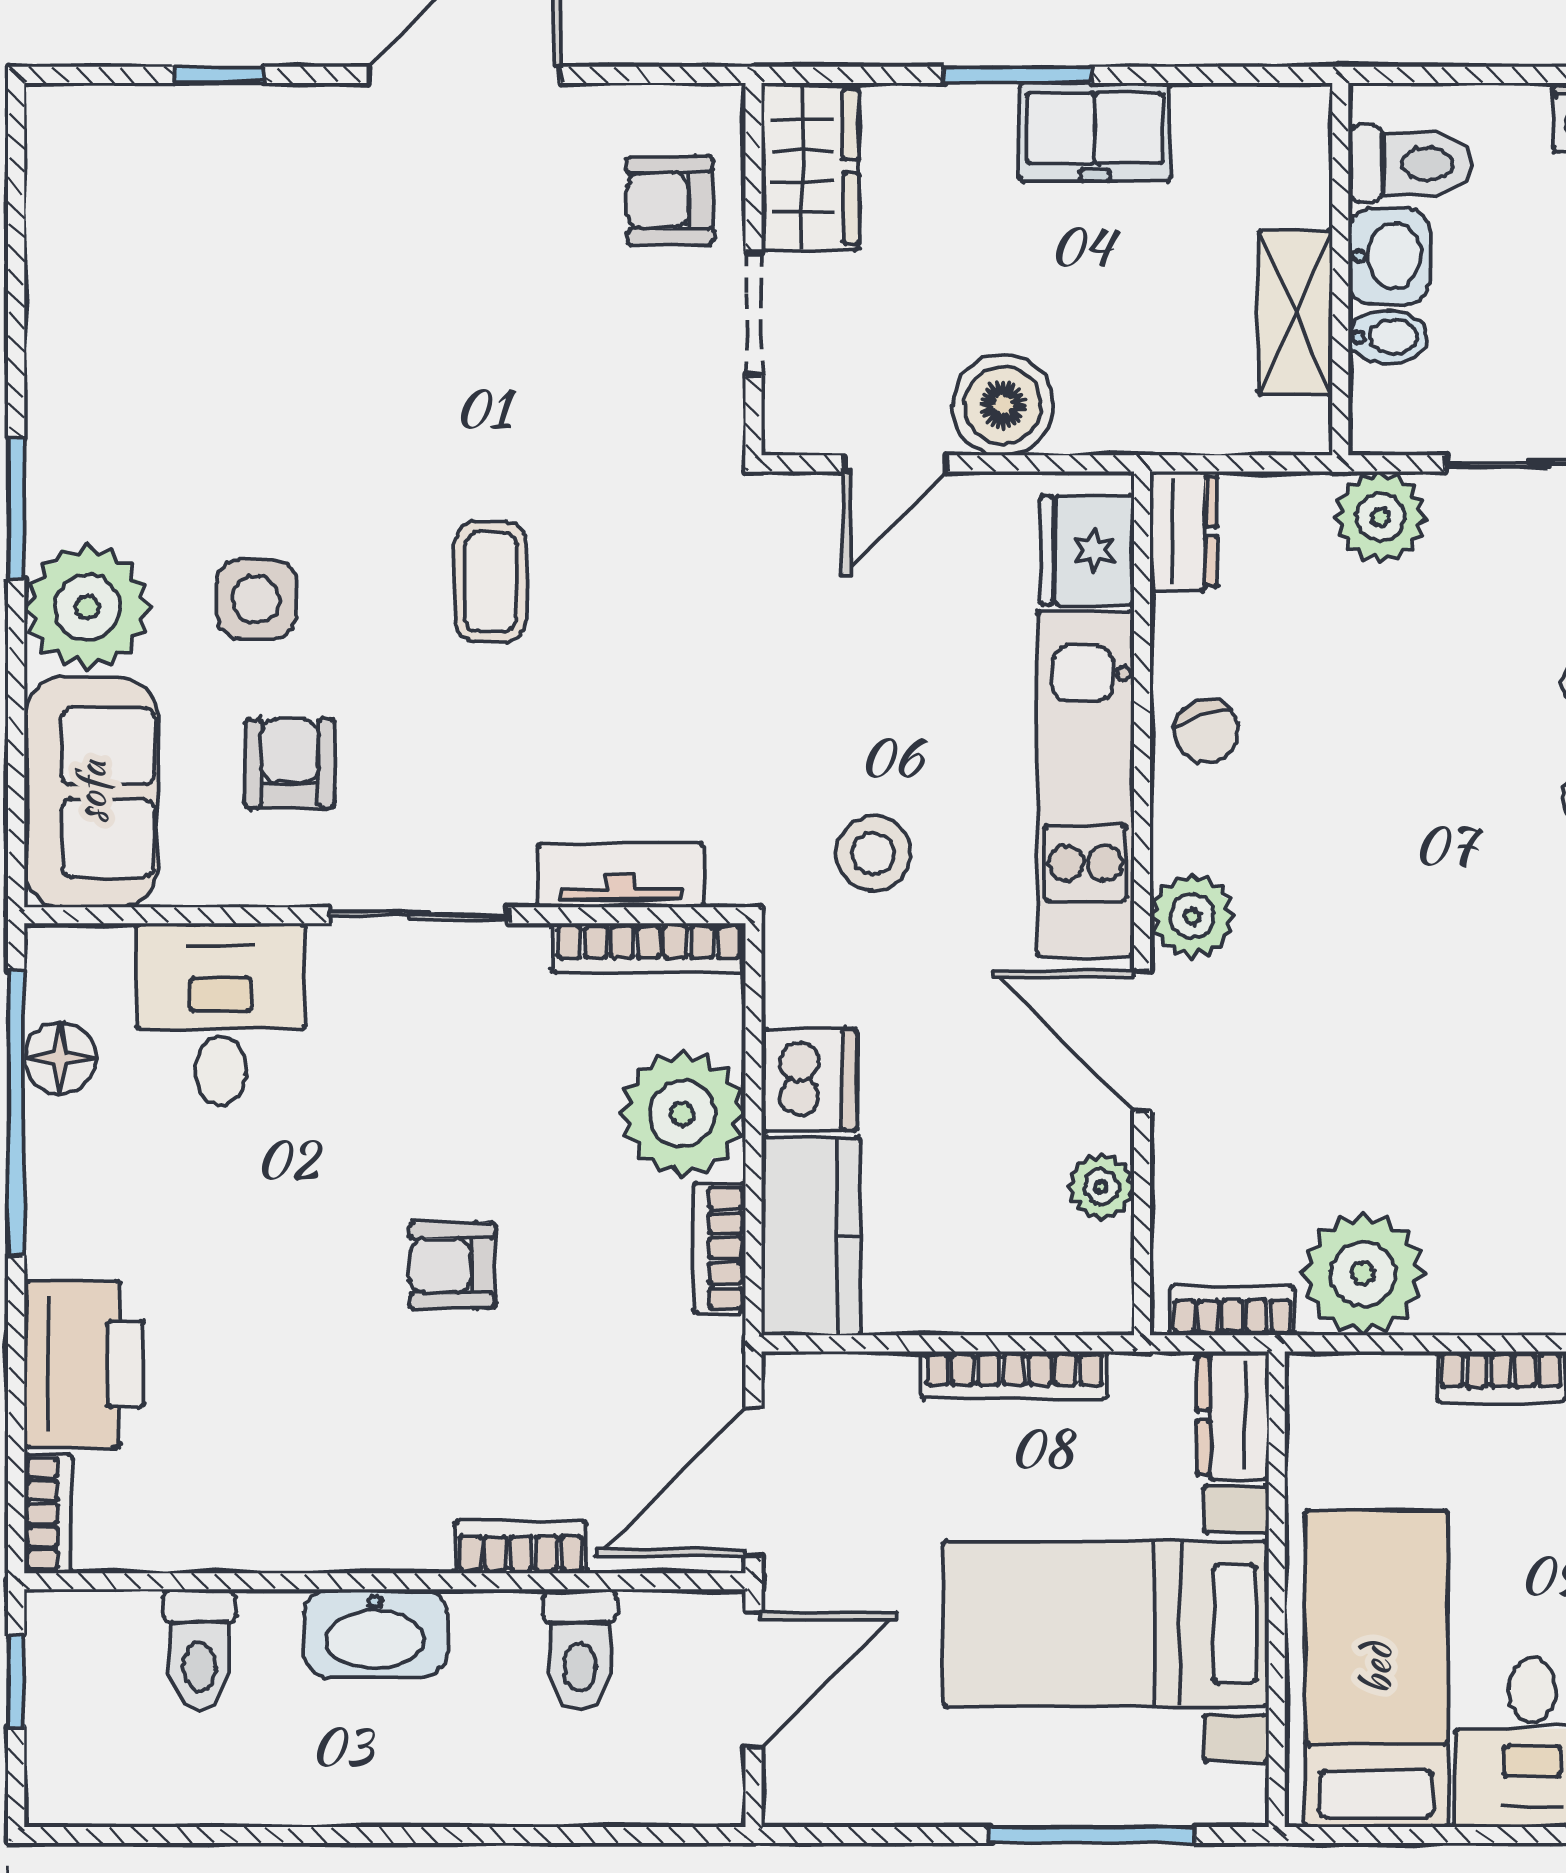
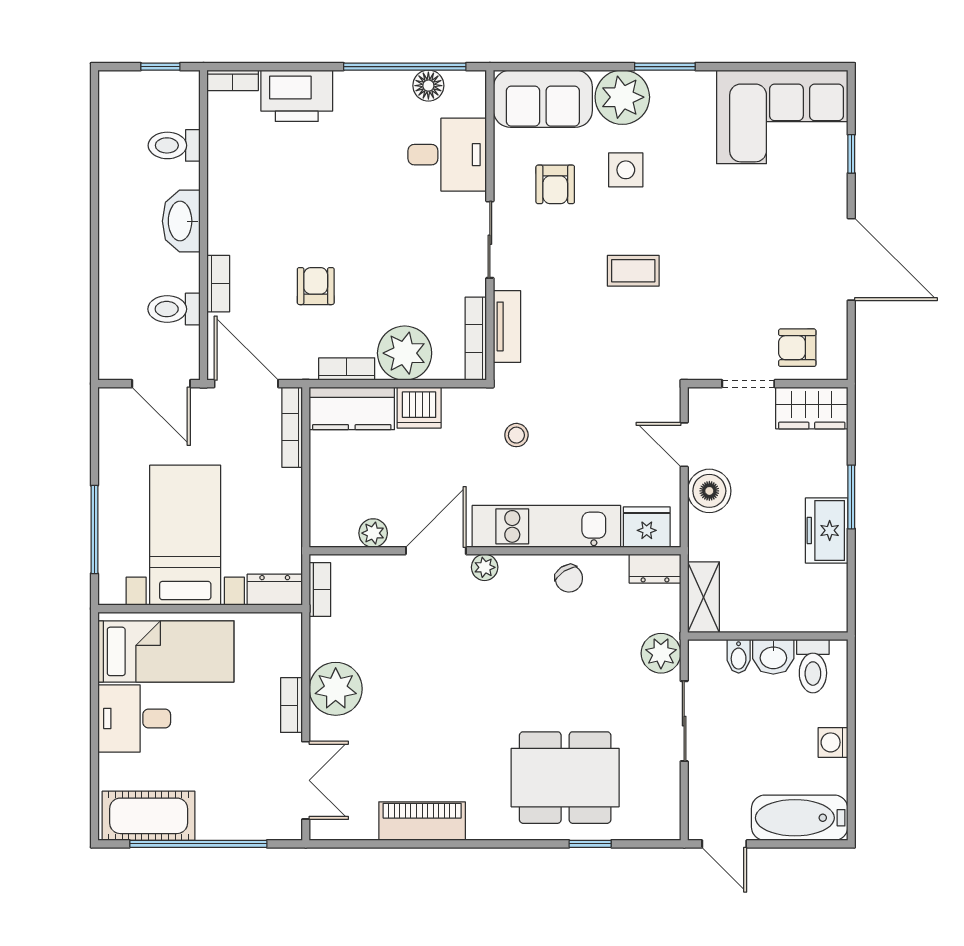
armchair: (670, 200) -> (797, 348), turned -89
corner sofa: (133, 235) -> (782, 117), added
shelving: (1295, 313) -> (704, 597), moved, turned 90
chair: (1206, 731) -> (569, 578), turned -106
armchair: (290, 763) -> (555, 184), turned 90
stool: (873, 854) -> (516, 435), width x0.73, depth x0.73
plant: (1192, 916) -> (485, 567), width x0.73, depth x0.73
armchair: (452, 1266) -> (316, 286), moved
plant: (1363, 1274) -> (336, 689), moved
bookcase: (1014, 1375) -> (292, 427), moved

